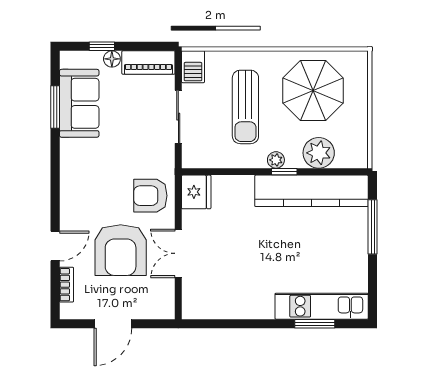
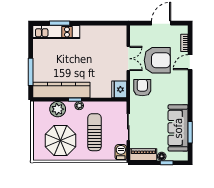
sofa: (79, 103) -> (178, 128), width x1.36
armchair: (150, 196) -> (142, 88), turned -90
armchair: (121, 250) -> (157, 60), turned 90

